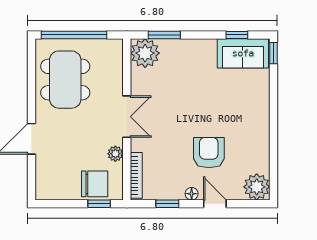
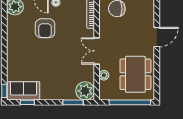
plant: (115, 154) -> (104, 75), moved

